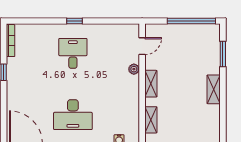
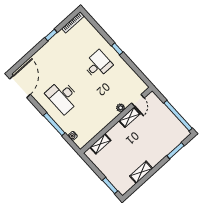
door: (142, 46) -> (138, 100), hinge flipped
shelving: (151, 84) -> (130, 117), moved
shelving: (214, 89) -> (141, 172), moved

